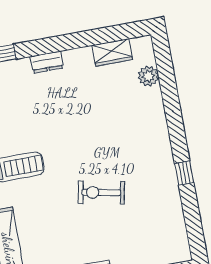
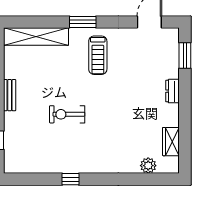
exercise bike: (101, 192) -> (67, 114), turned -101

